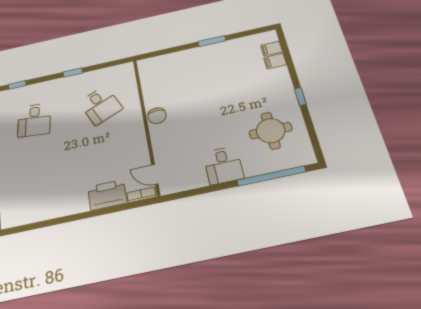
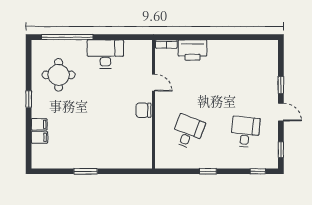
filing cabinet: (272, 49) -> (39, 124), moved
desk: (101, 105) -> (188, 132), turned 45
chair: (157, 116) -> (143, 110), turned -90
desk: (223, 165) -> (105, 54), width x1.37
door: (155, 175) -> (153, 83), moved

